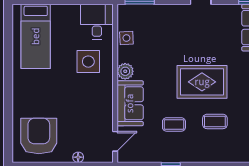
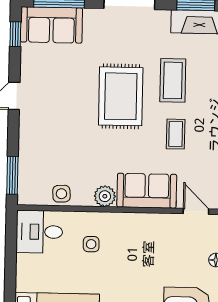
side table: (88, 62) -> (91, 244), width x0.54, depth x0.54
coffee table: (215, 121) -> (173, 80), width x1.36, depth x1.30

